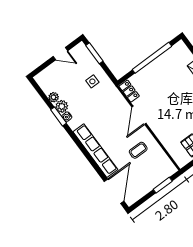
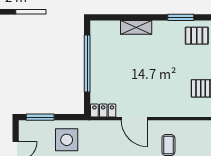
side table: (92, 81) -> (67, 140), width x1.87, depth x1.87

